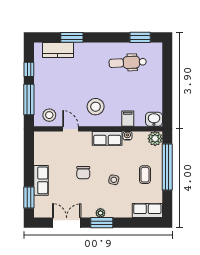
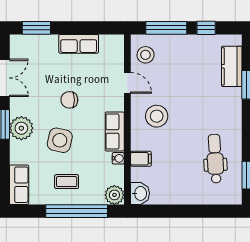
door: (70, 129) -> (127, 83), hinge flipped
row of seats: (41, 180) -> (79, 44), moved
side table: (114, 180) -> (60, 140), width x1.87, depth x1.87
plant: (100, 213) -> (21, 128), width x1.88, depth x1.88

